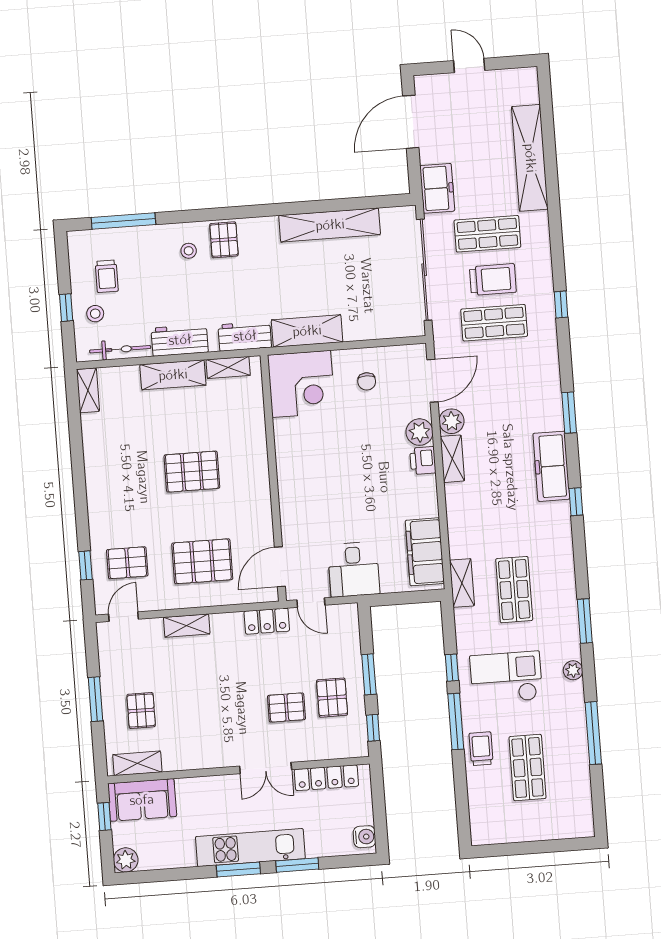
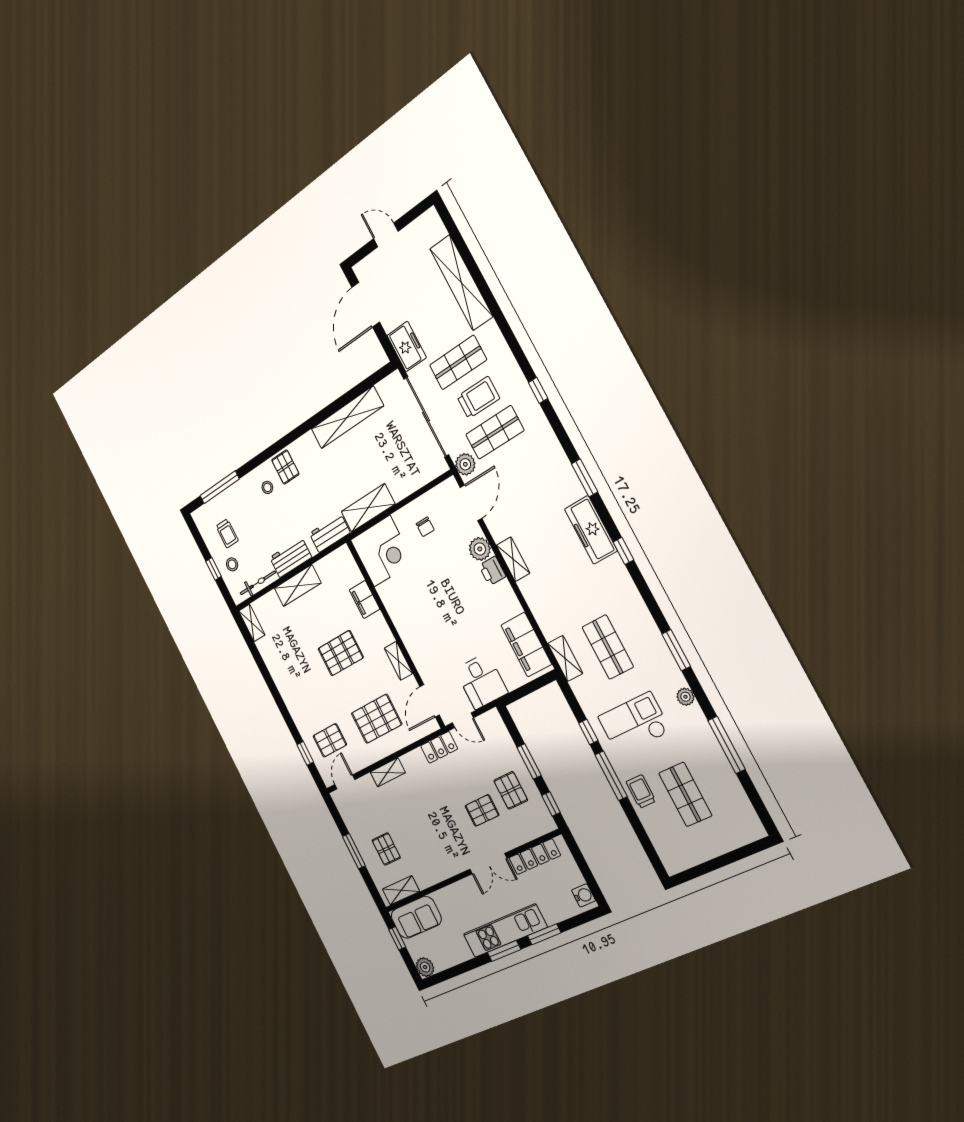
shelving: (228, 367) -> (398, 661), moved, turned 90
plant: (452, 421) -> (465, 464), moved
filing cabinet: (253, 426) -> (364, 599), added

